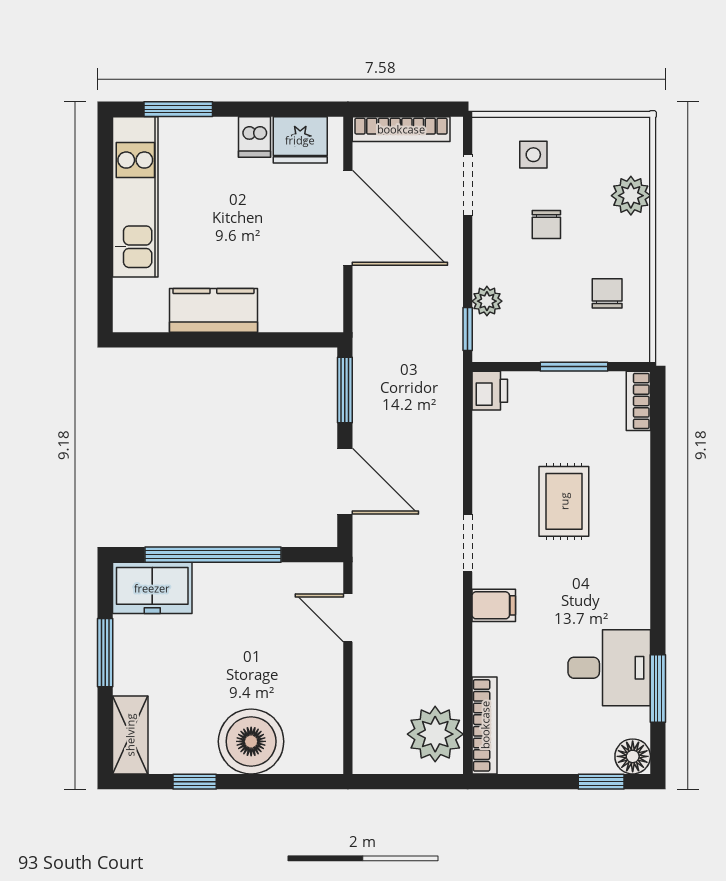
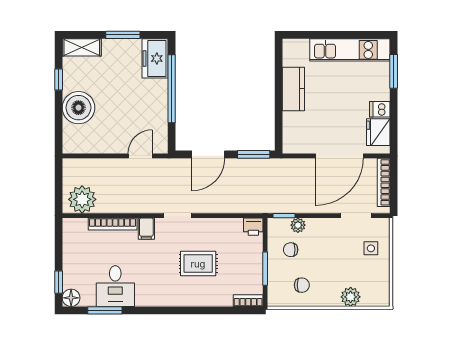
chair: (546, 225) -> (291, 250), moved
bookcase: (485, 725) -> (113, 224), moved

